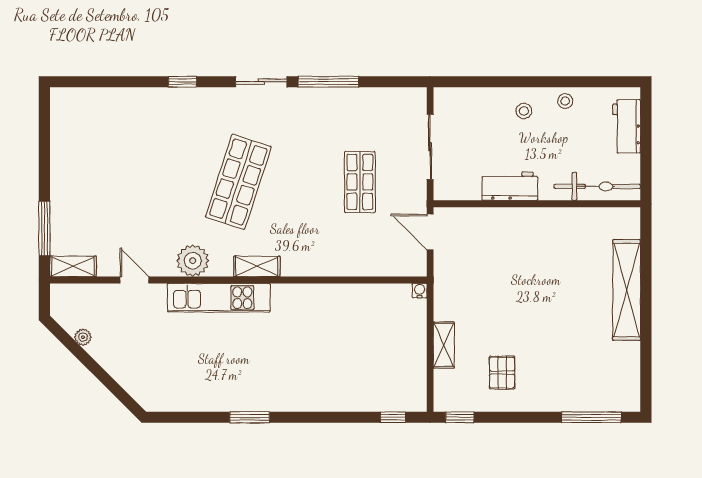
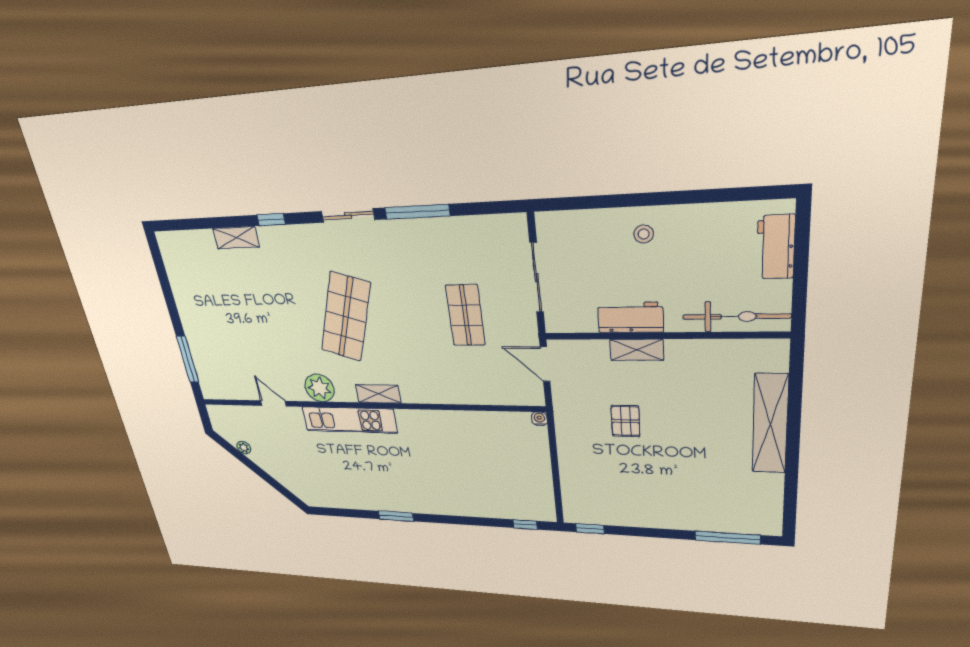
stool: (565, 101) -> (696, 220), removed
shelving: (73, 266) -> (236, 238), moved
shelving: (444, 345) -> (637, 350), moved, turned 90
pallet: (502, 373) -> (626, 421), moved

